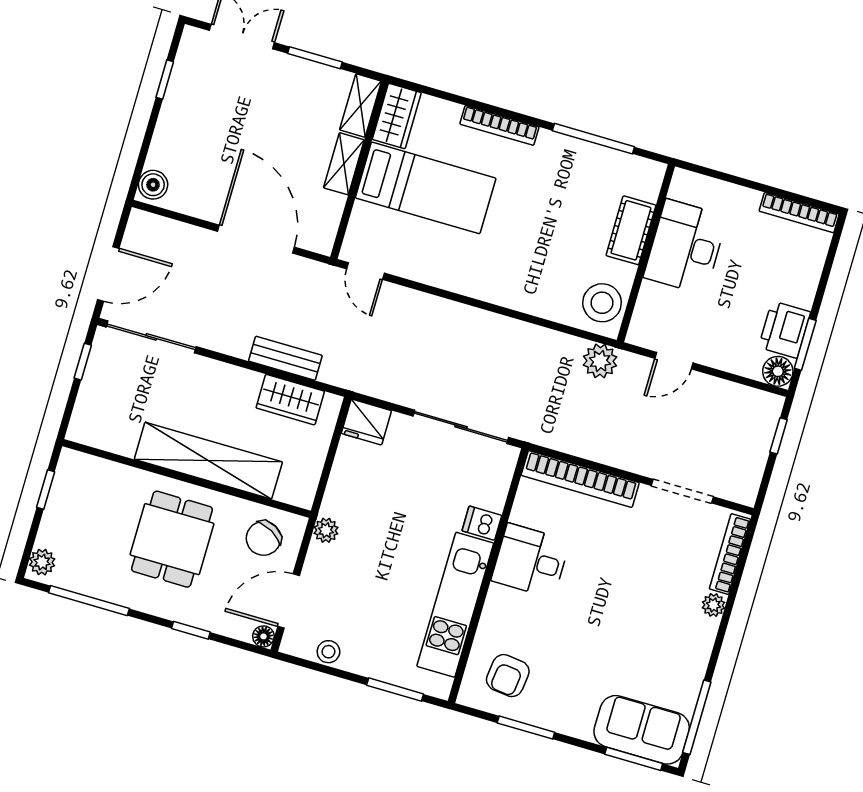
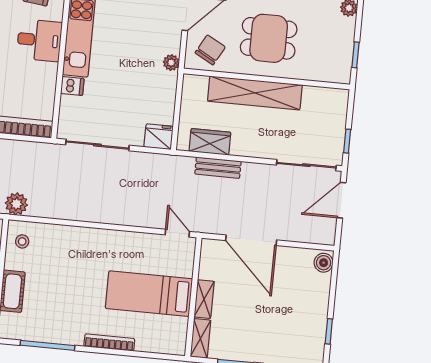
wardrobe: (397, 116) -> (176, 336), removed
stool: (602, 303) -> (22, 241), width x0.53, depth x0.53
dining table: (172, 539) -> (269, 38), turned 90
desk: (531, 561) -> (39, 40), moved

